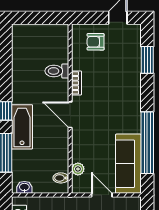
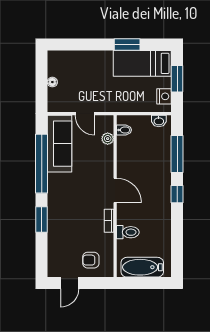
armchair: (96, 42) -> (91, 260), turned 180
window: (147, 60) -> (42, 219), moved
bathtub: (22, 127) -> (142, 267), moved, turned 90

